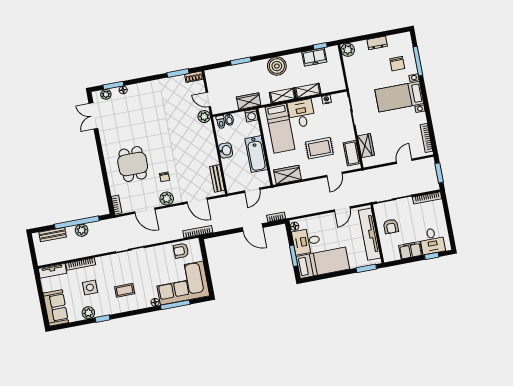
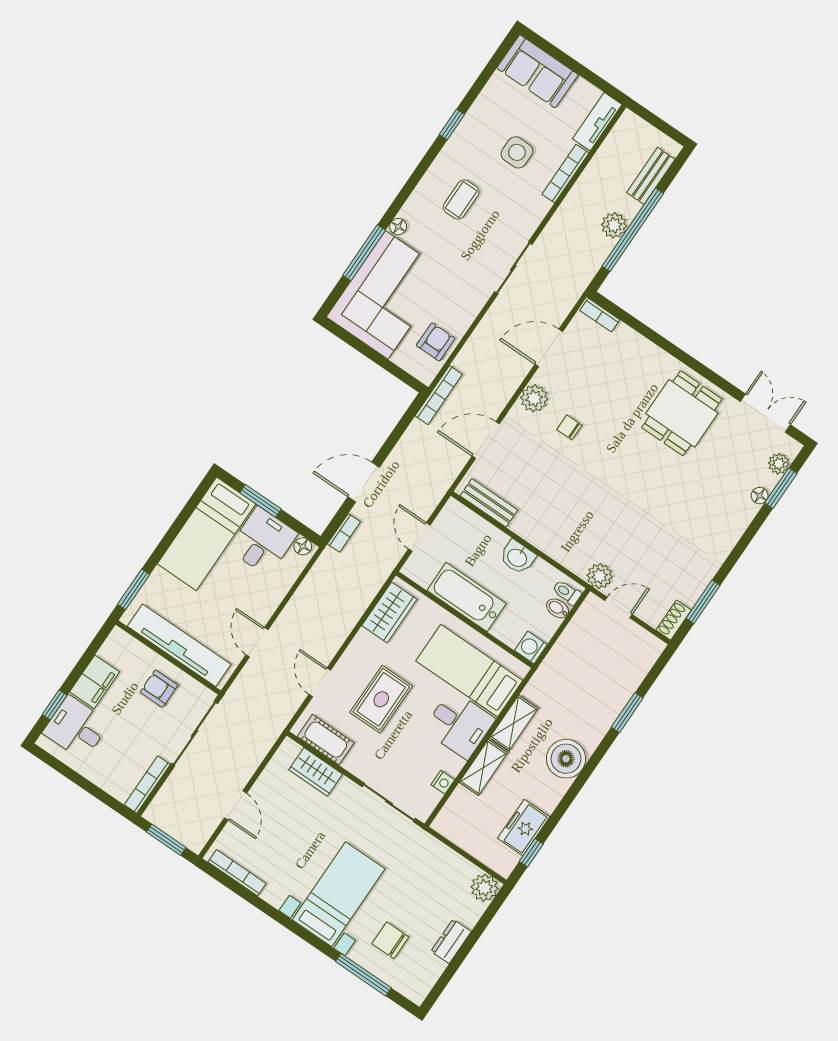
wardrobe: (249, 101) -> (556, 665), removed
dining table: (133, 164) -> (682, 413), moved, turned 90
plant: (88, 313) -> (482, 112), removed

